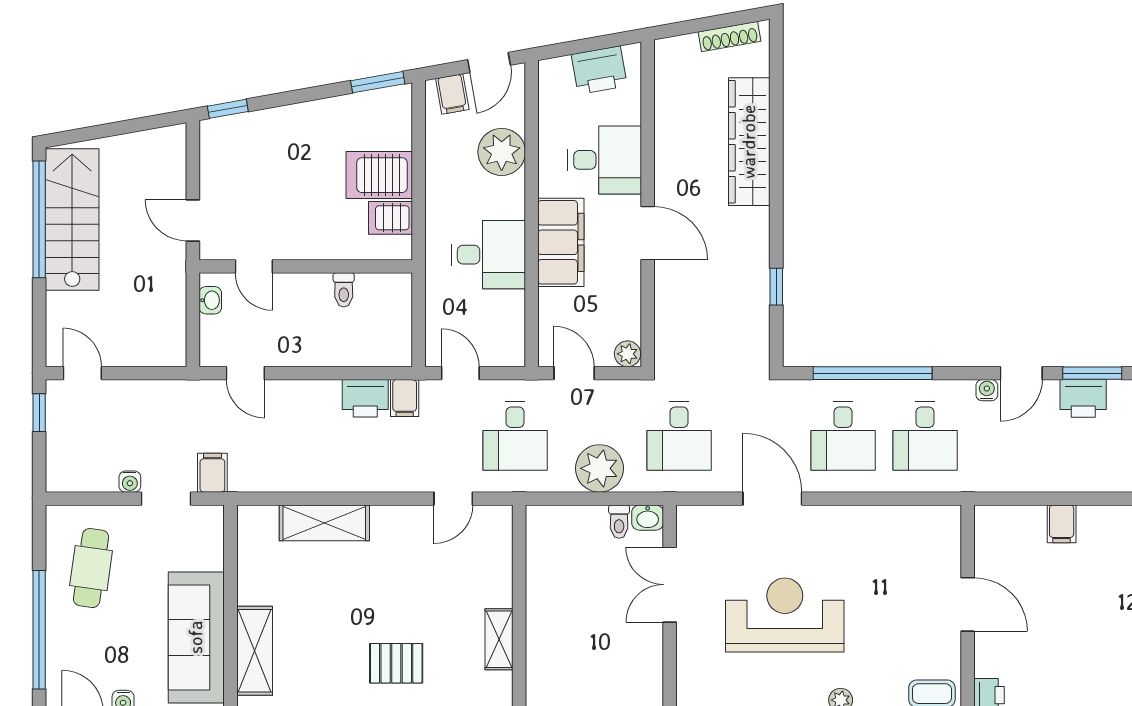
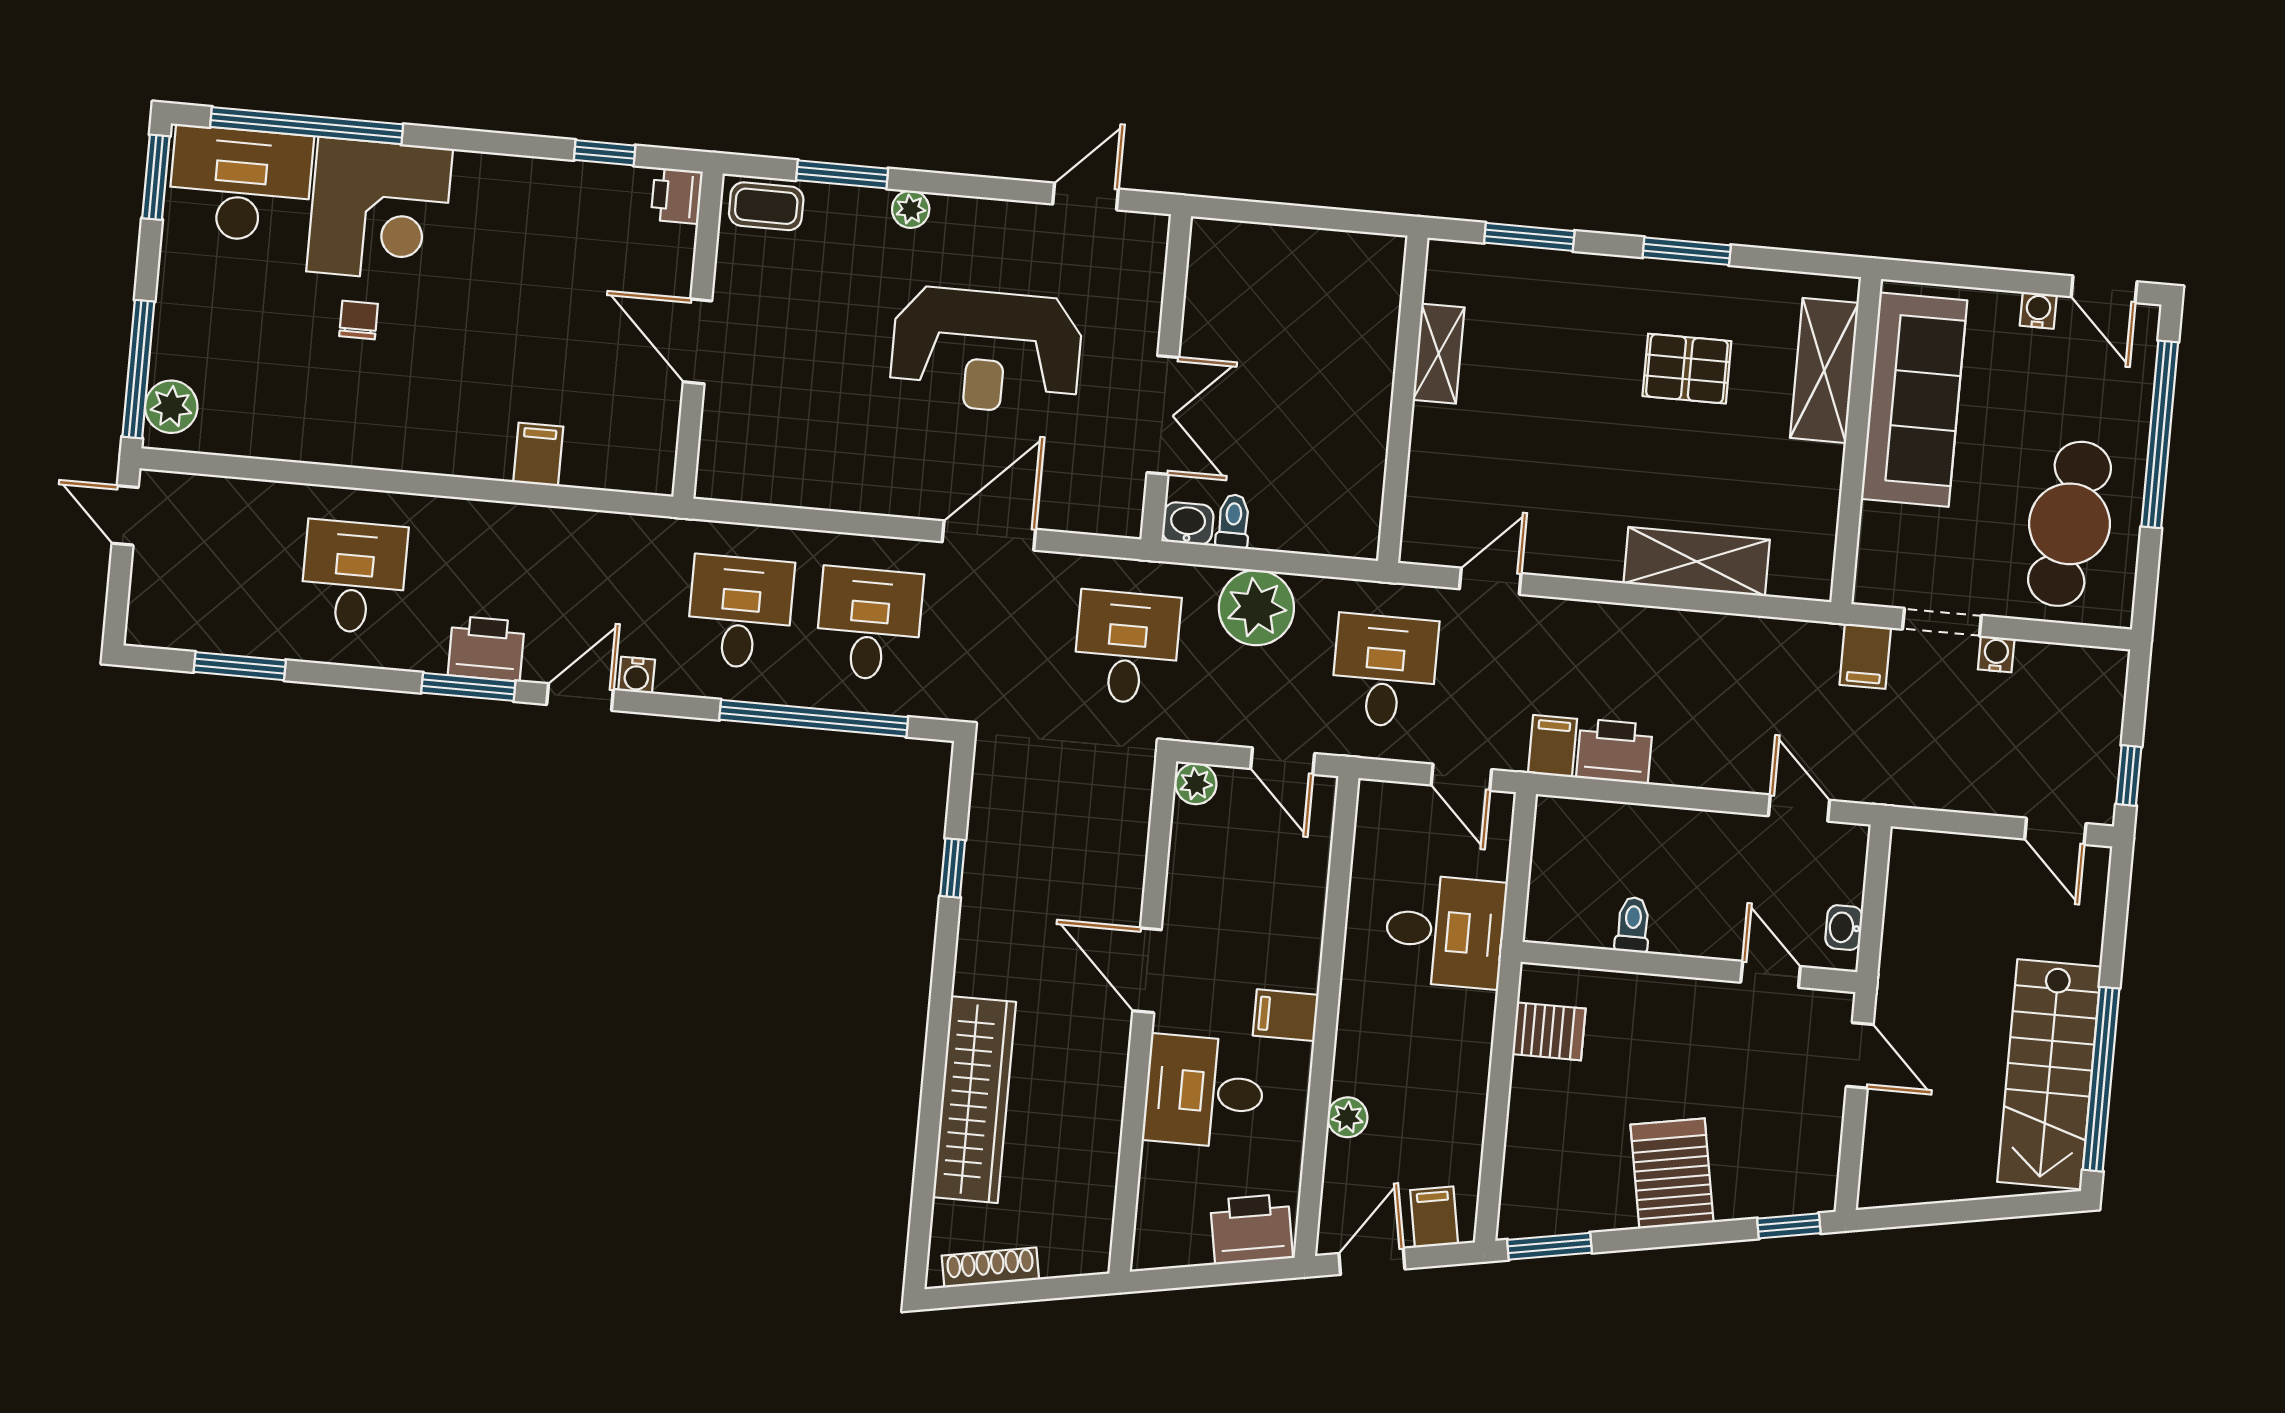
printer: (599, 70) -> (1251, 1229), moved
plant: (502, 152) -> (1347, 1117), width x0.53, depth x0.53
server rack: (379, 175) -> (1672, 1173), moved, turned -100
filing cabinet: (561, 242) -> (1286, 1015), width x0.33, depth x0.86
desk: (488, 255) -> (1445, 931), moved, turned 180
door: (772, 499) -> (989, 536), swing flipped
cafe table: (91, 568) -> (2069, 524), width x1.37, depth x1.35
pallet: (396, 663) -> (1687, 369), moved

